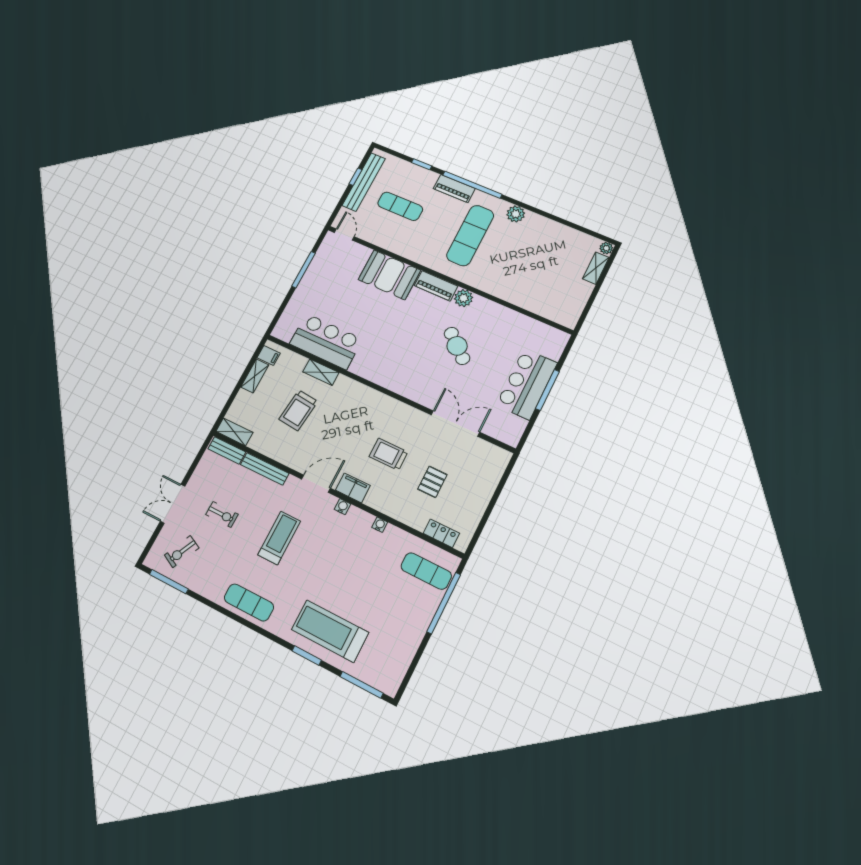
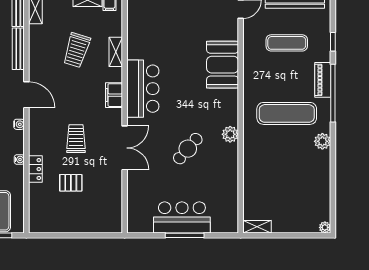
exercise mat: (400, 206) -> (287, 43), turned 90
shelving: (596, 268) -> (257, 227), moved
piano: (436, 286) -> (230, 107), removed
bar counter: (326, 341) -> (143, 89), moved
trolley: (298, 410) -> (77, 50), turned -79
double door: (455, 423) -> (125, 148), moved
filing cabinet: (353, 488) -> (114, 95), moved, turned 180
locker: (441, 533) -> (35, 169), moved

